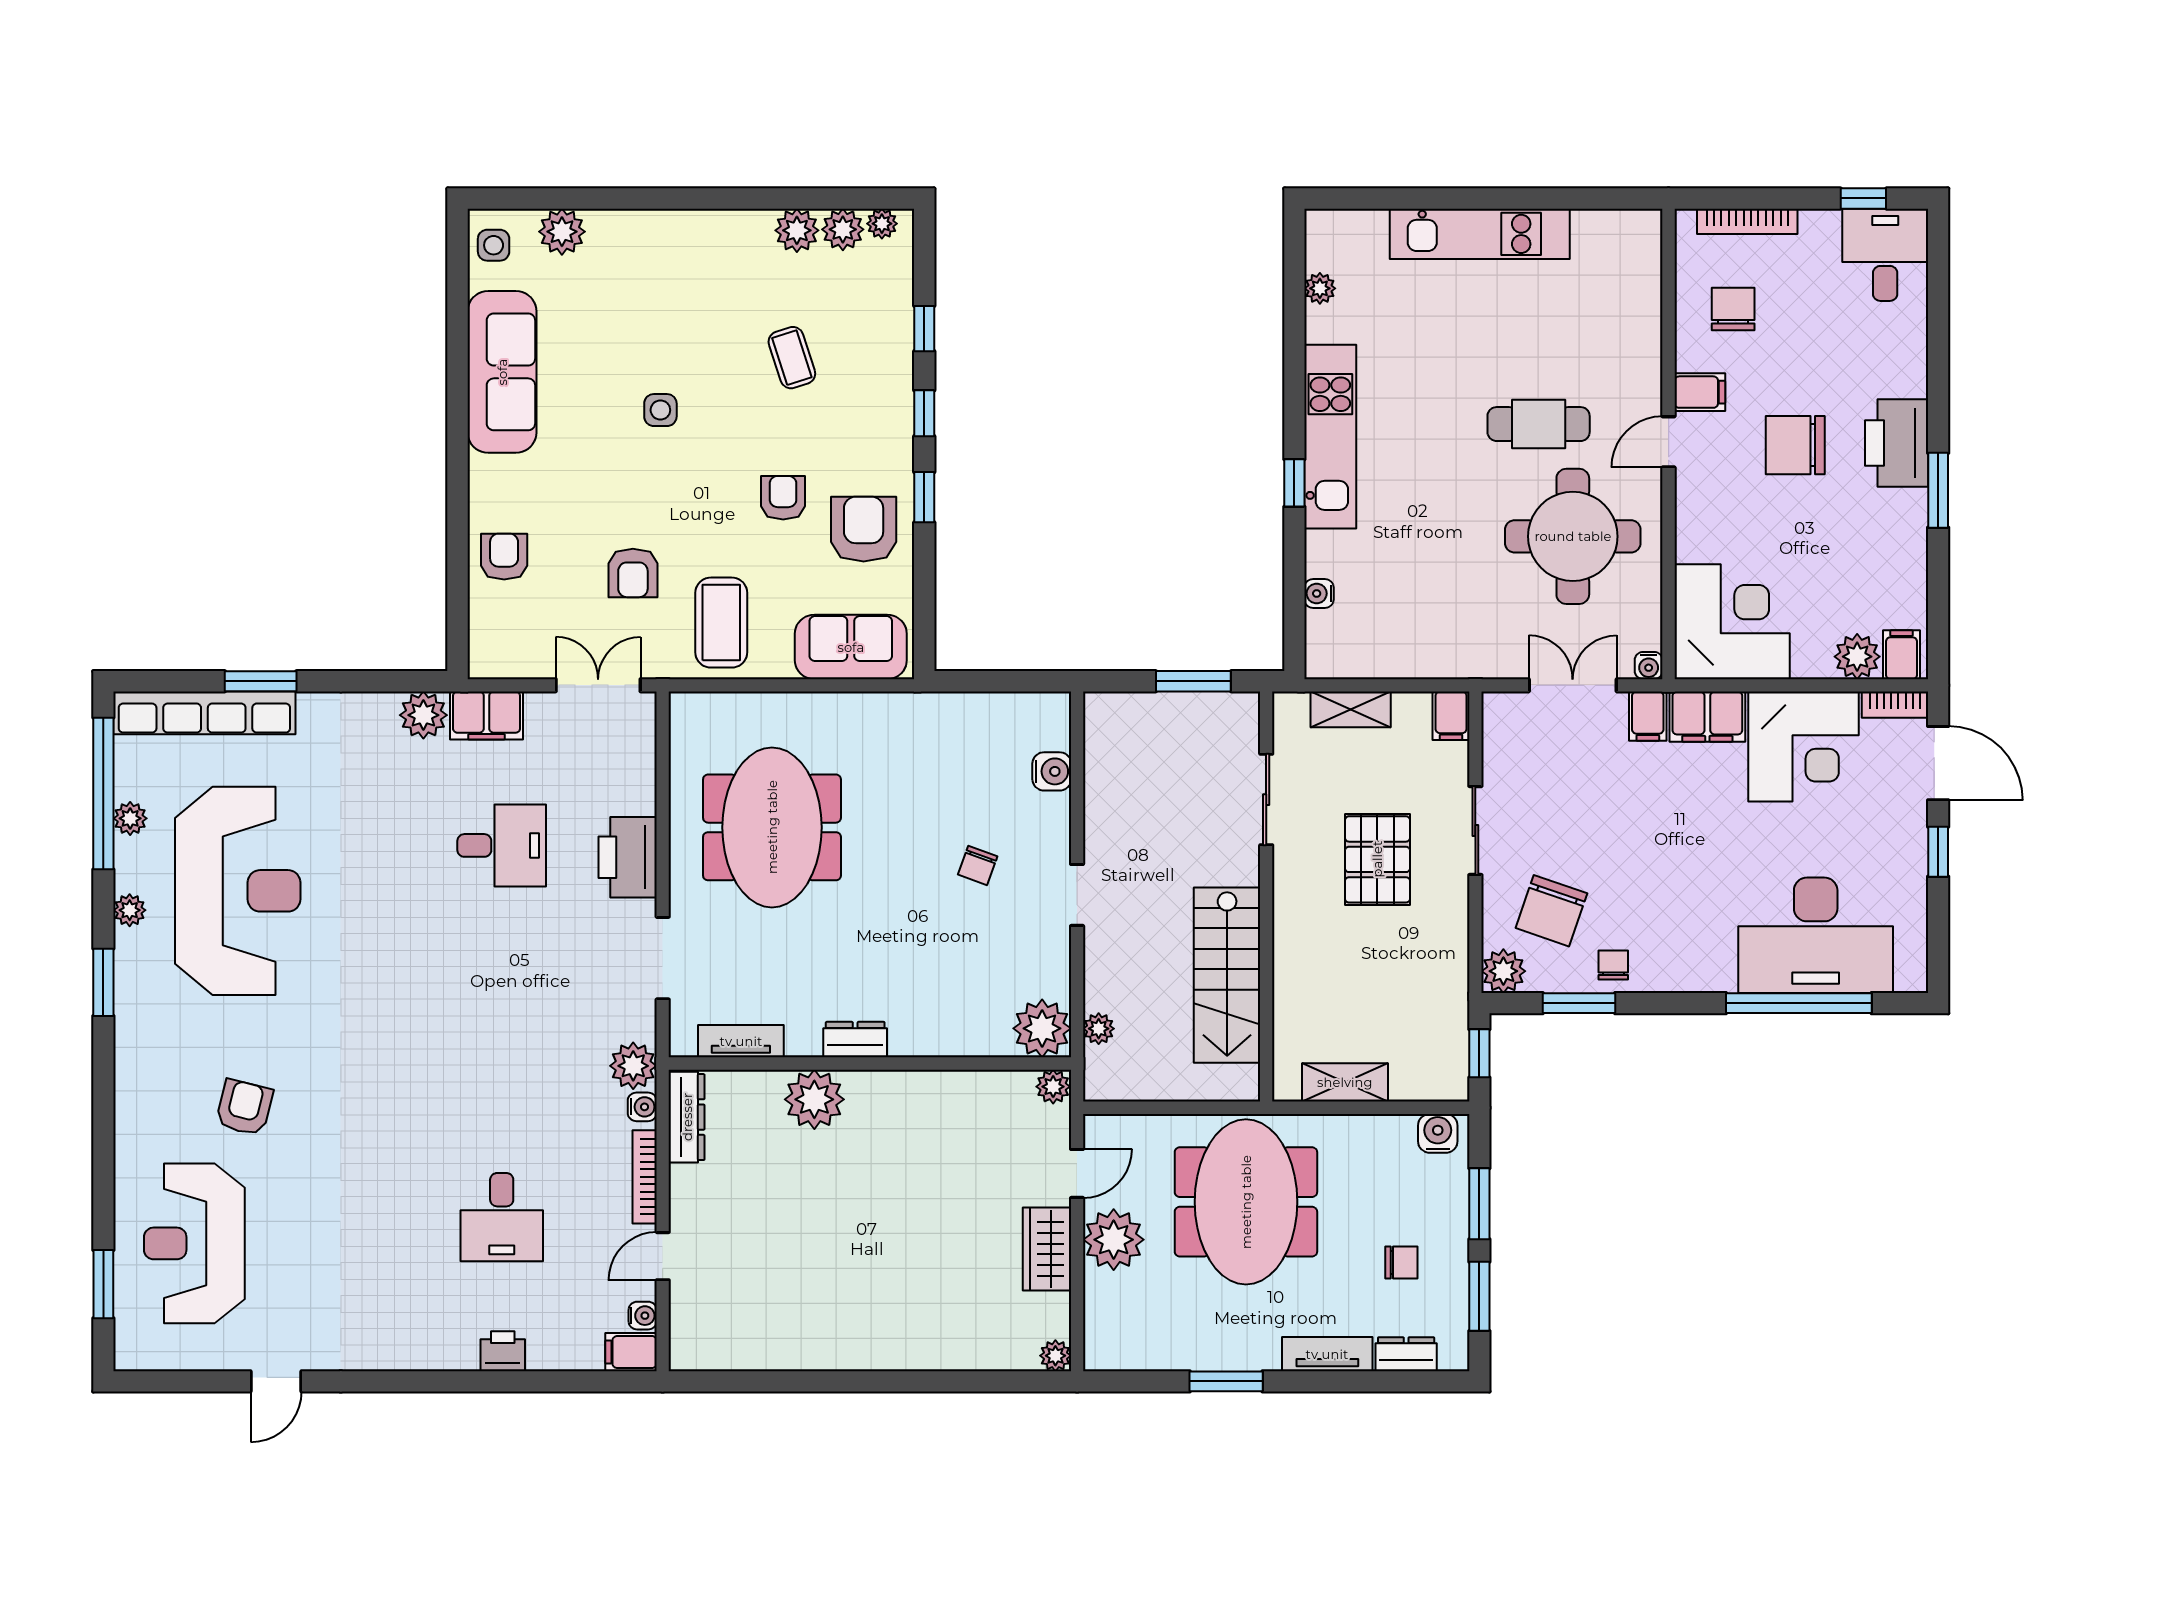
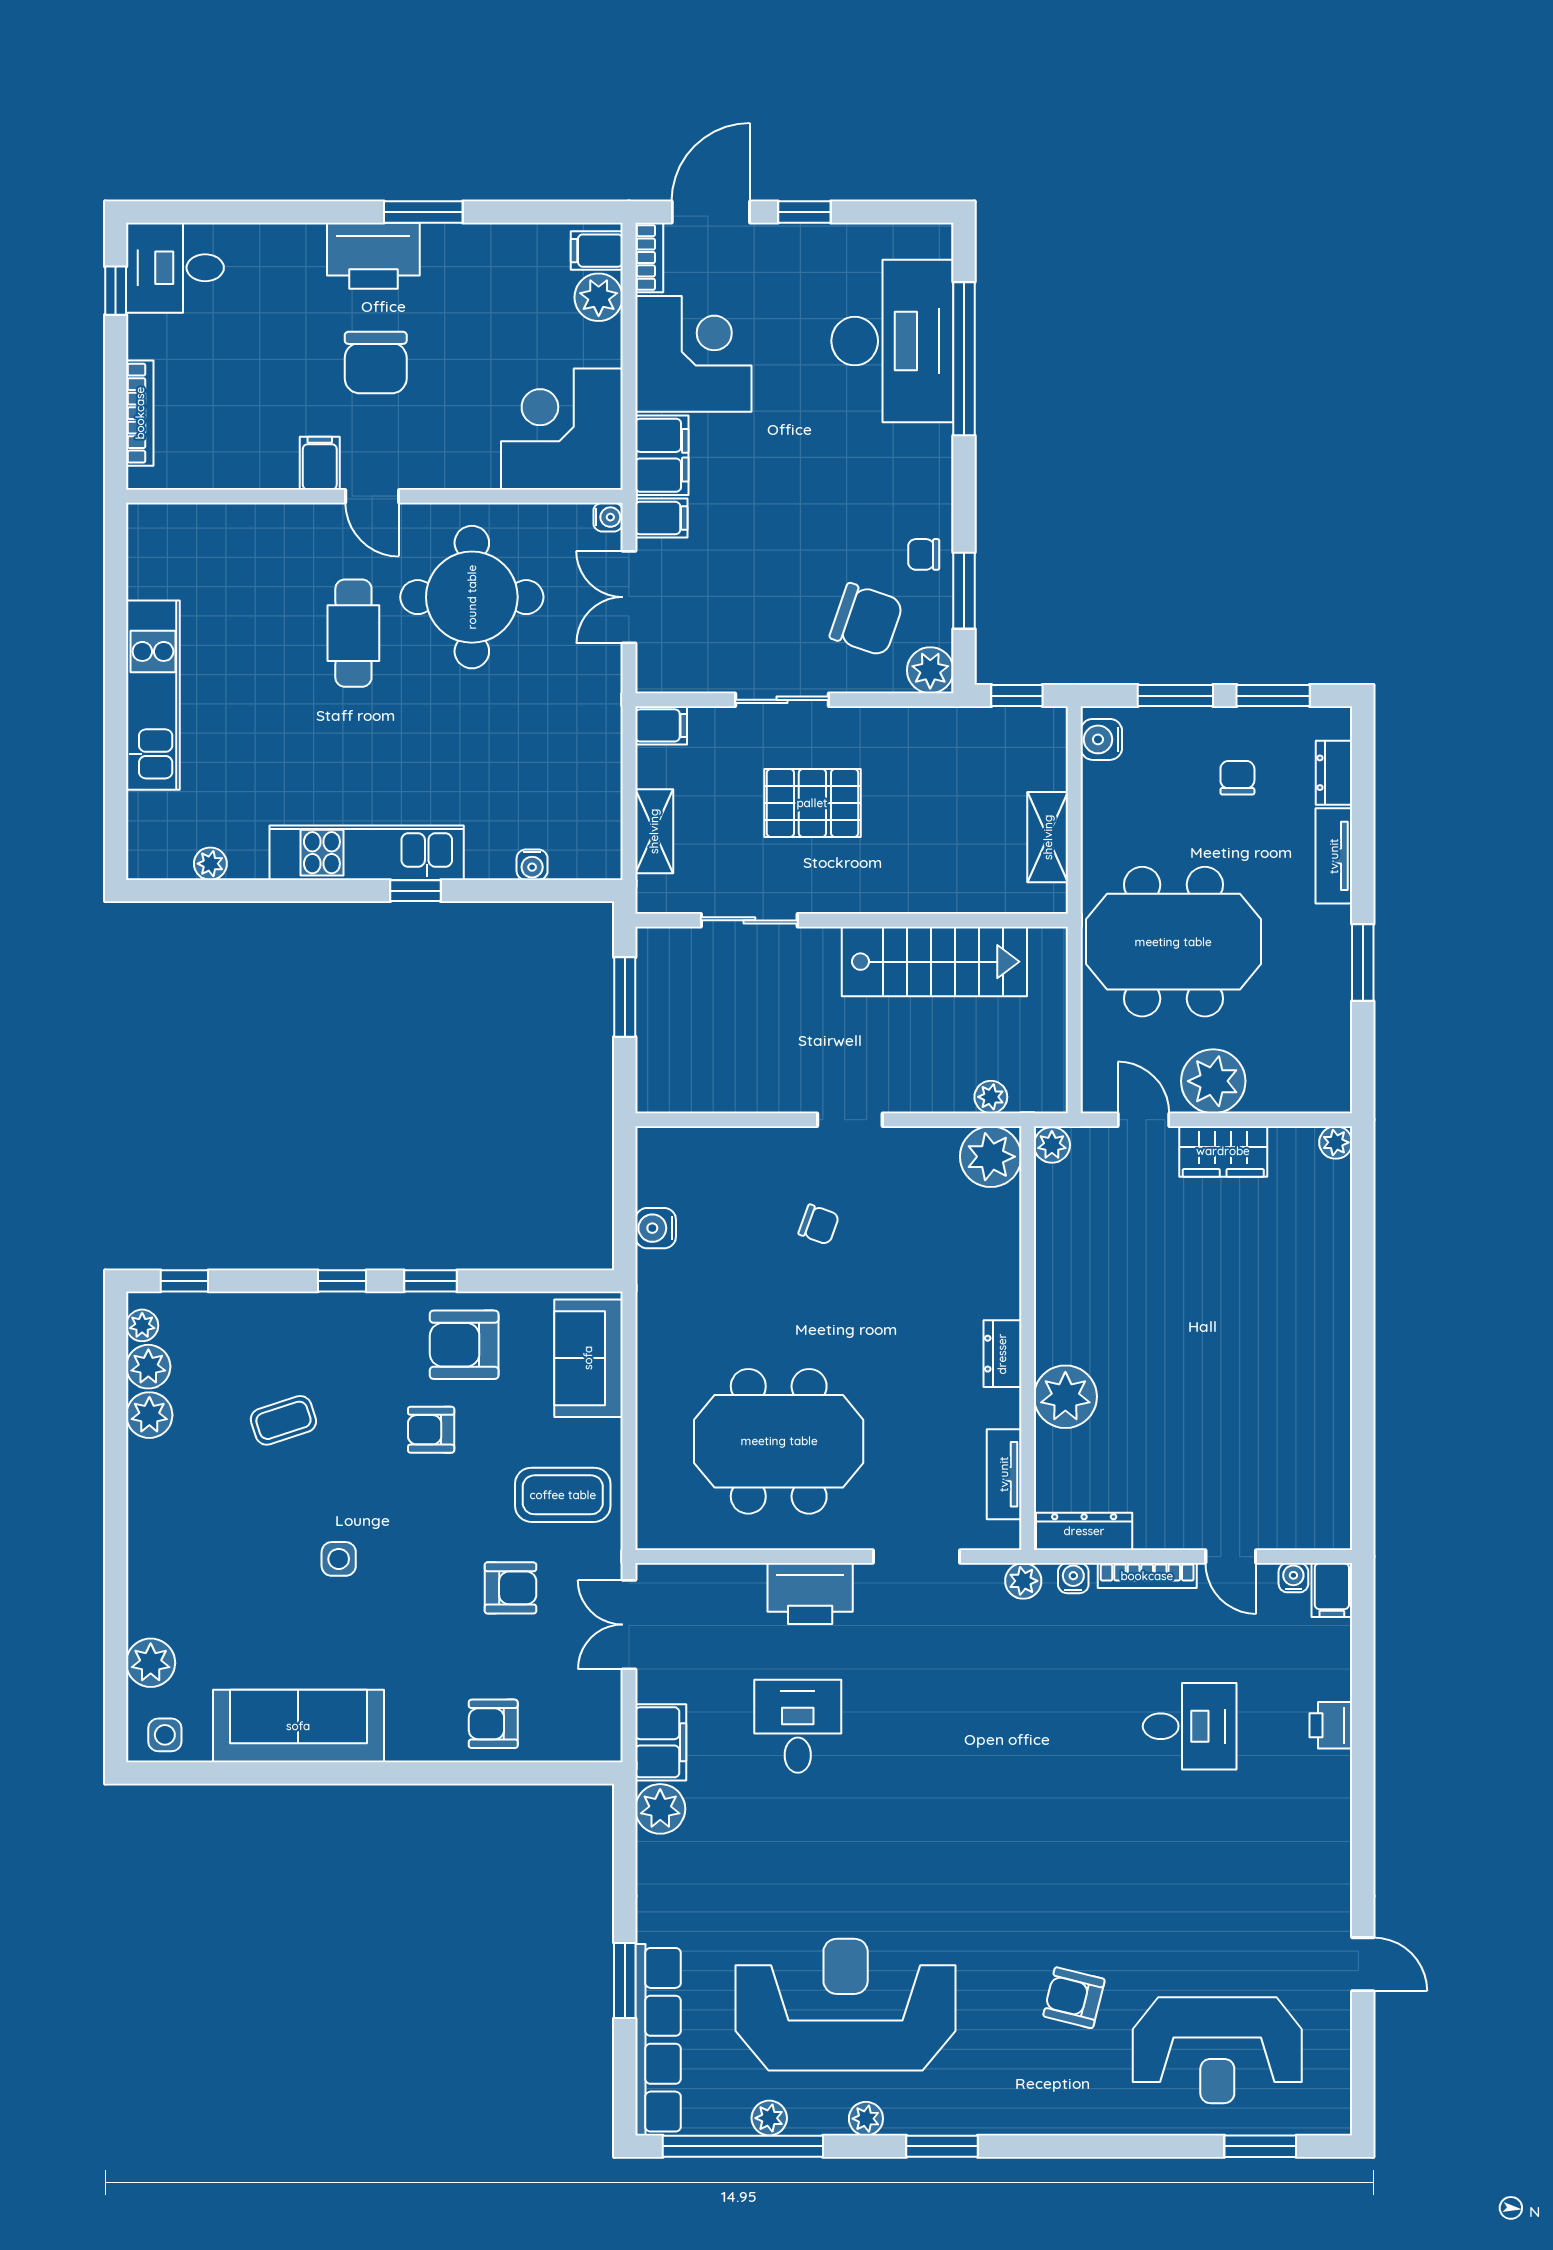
chair: (1733, 309) -> (232, 428), removed
window: (924, 329) -> (184, 1281), moved
water cooler: (1052, 771) -> (656, 1228), moved, turned -90
plant: (633, 1066) -> (1023, 1581), width x0.73, depth x0.73

